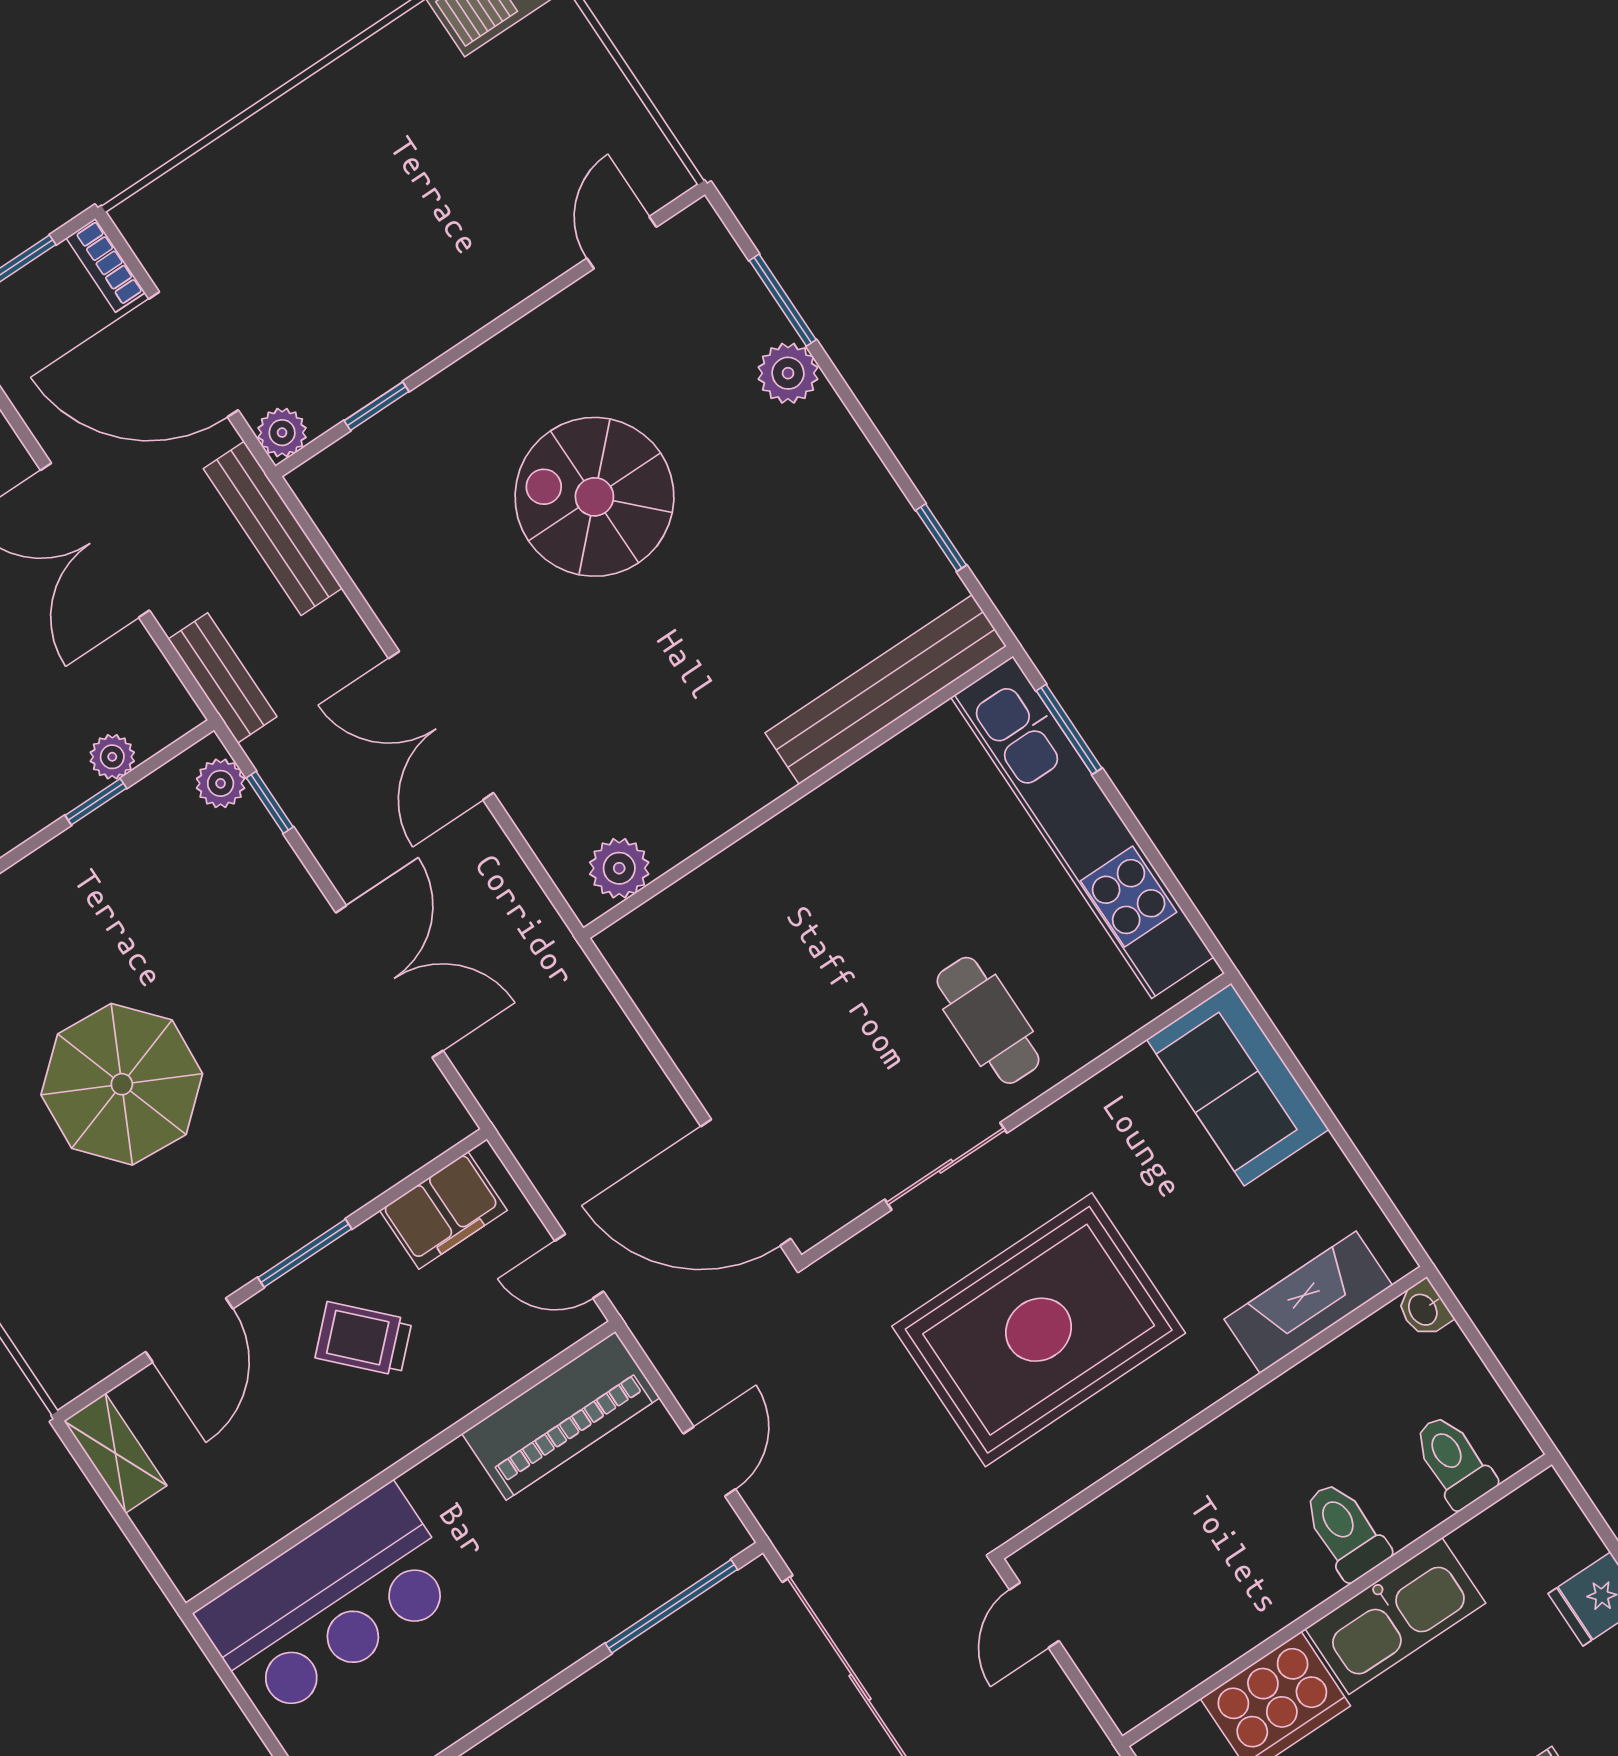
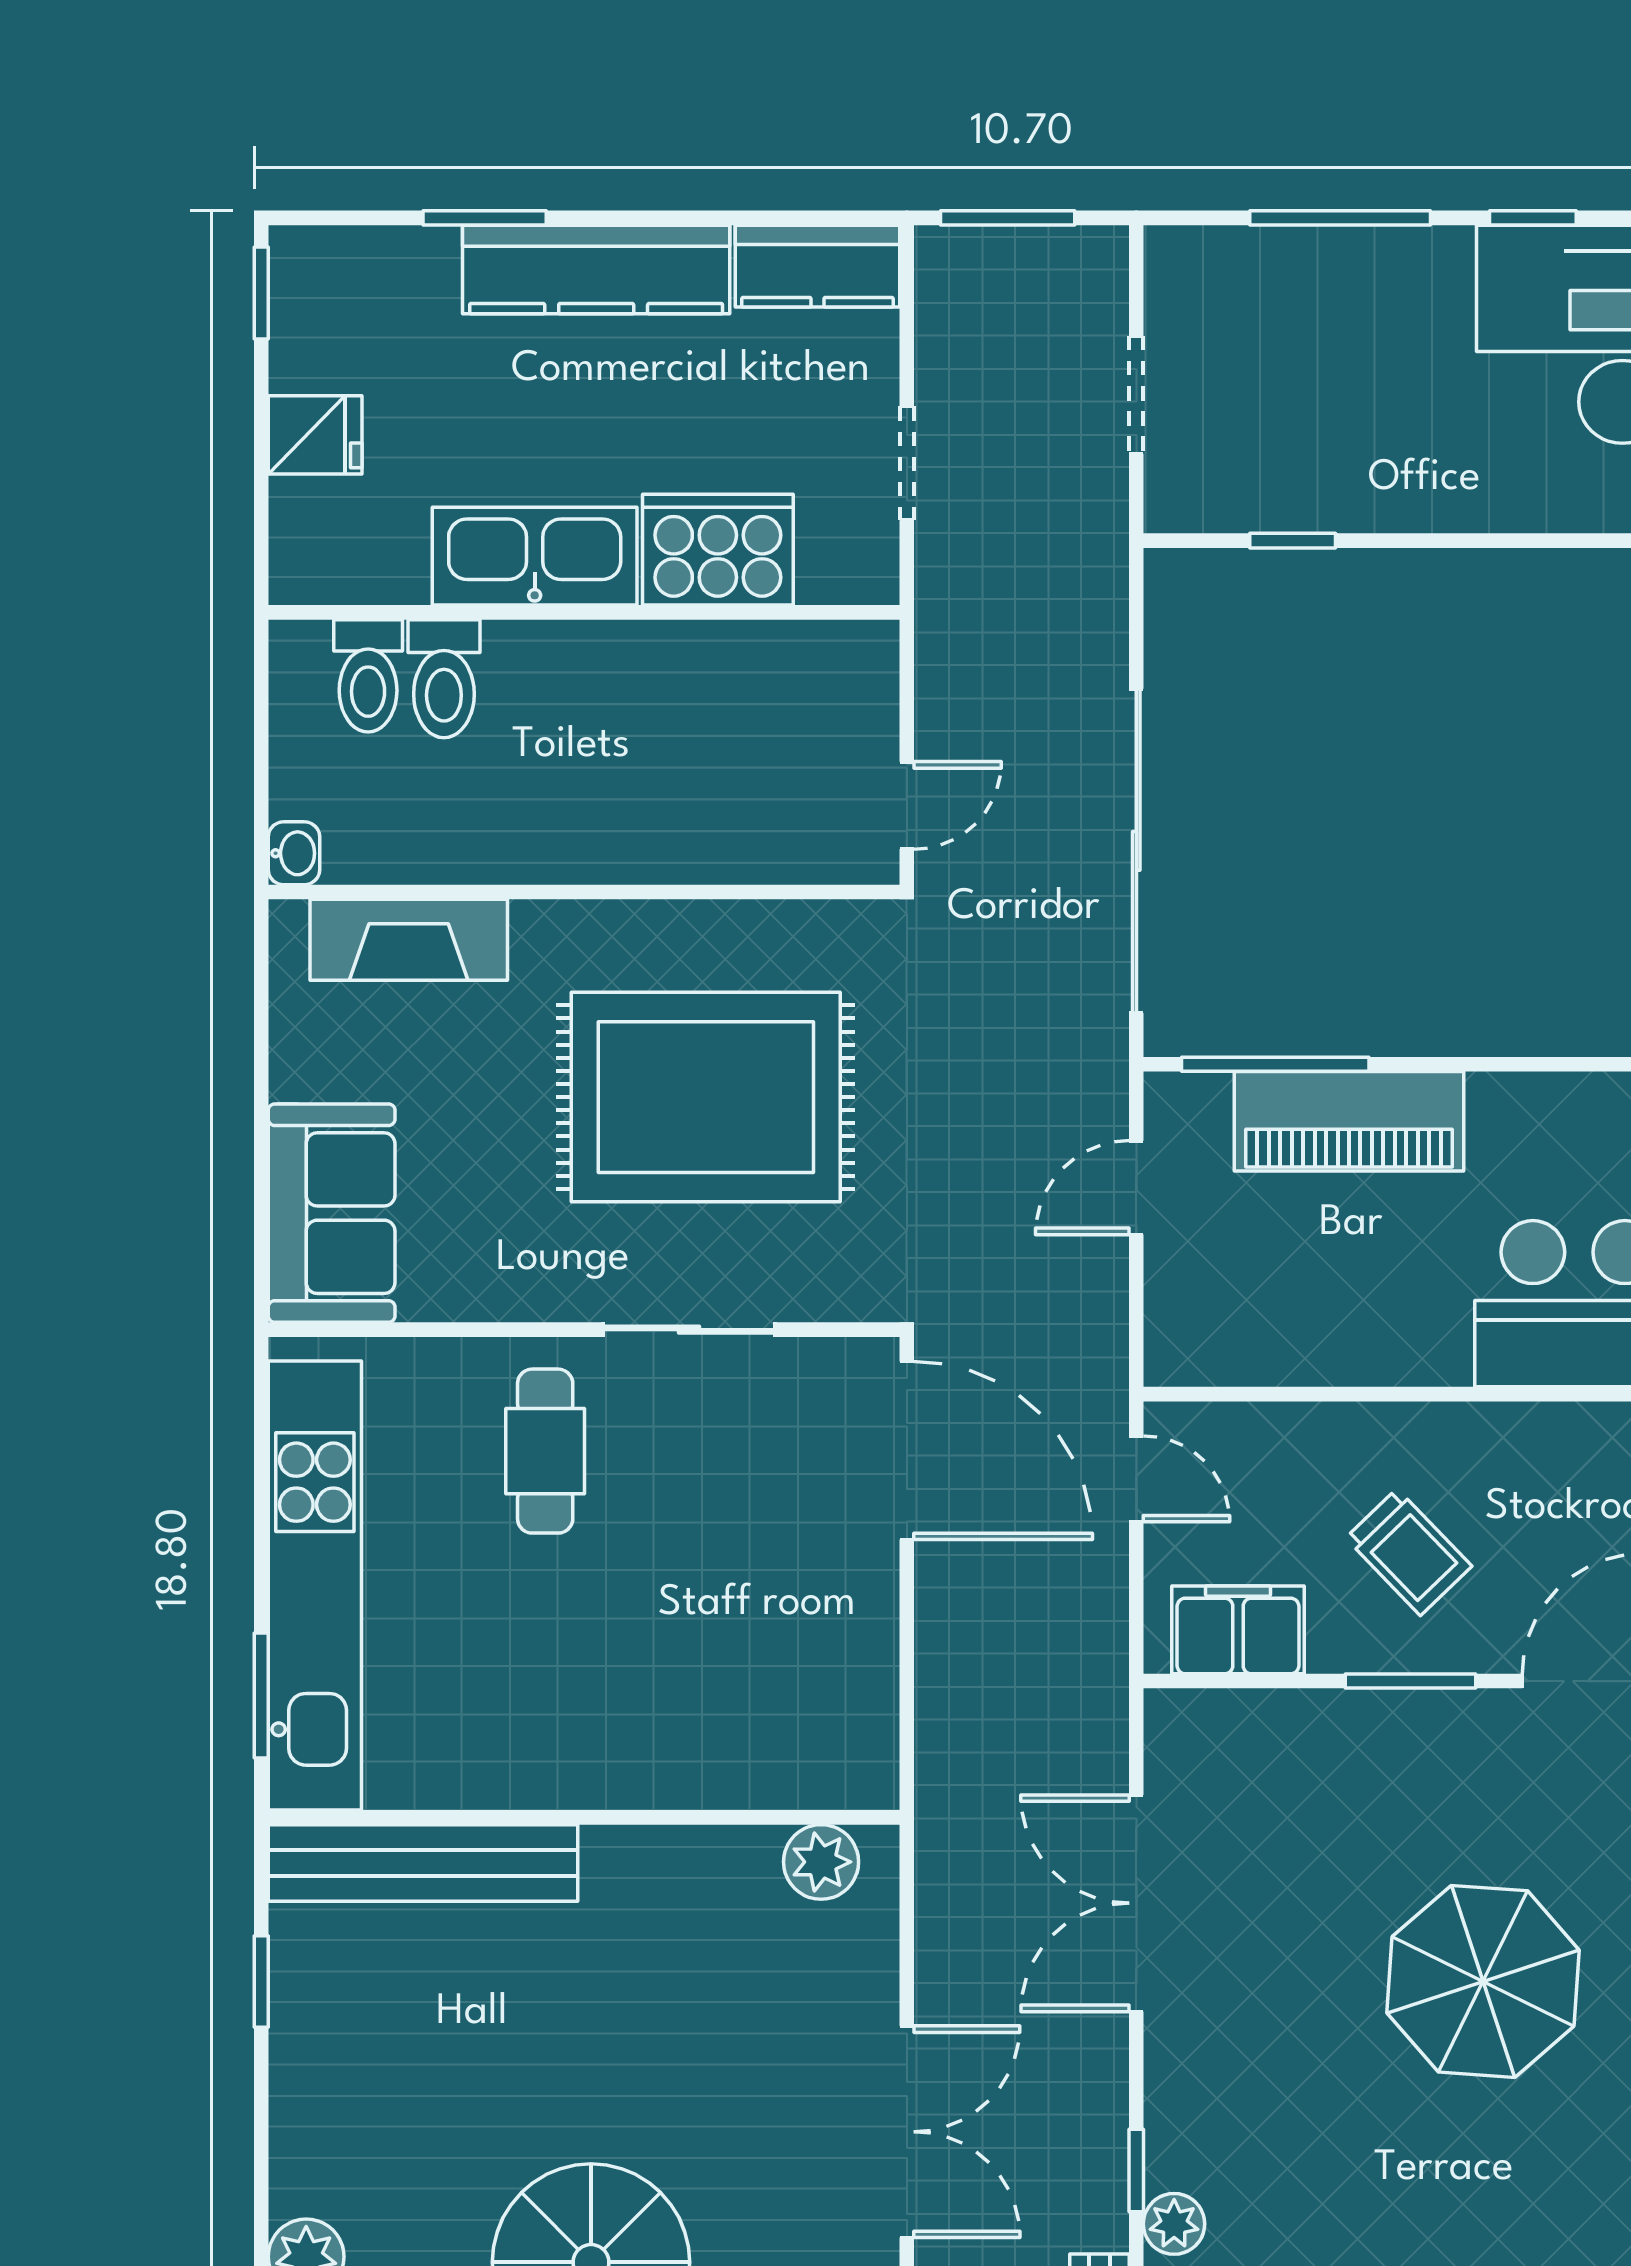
piano: (561, 1416) -> (1349, 1121), moved, turned 180
toilet: (1345, 1531) -> (444, 679), moved

